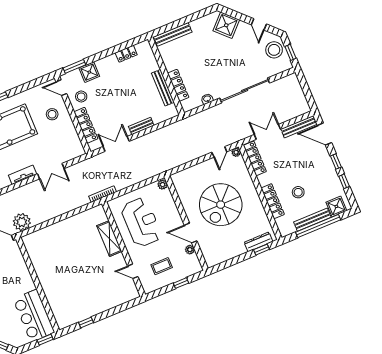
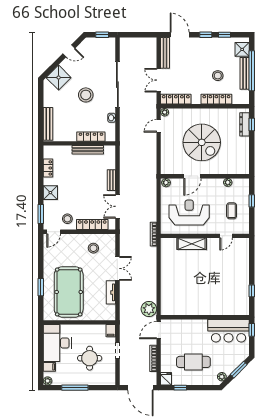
stool: (274, 50) -> (86, 95), moved
shower: (89, 72) -> (50, 193), moved
stool: (52, 114) -> (93, 248), moved
door: (324, 134) -> (180, 35), swing flipped
door: (219, 152) -> (159, 126), swing flipped
door: (191, 233) -> (192, 176), moved

